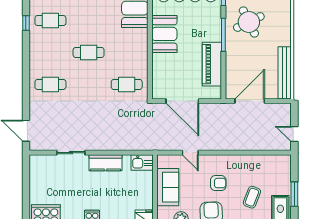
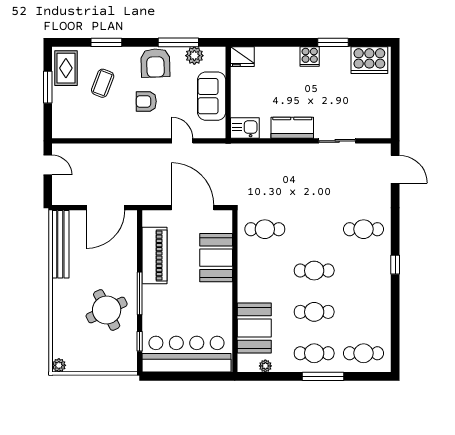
cafe table: (50, 21) -> (314, 312), moved
window: (26, 23) -> (395, 265), moved
booth: (164, 34) -> (216, 258), moved

